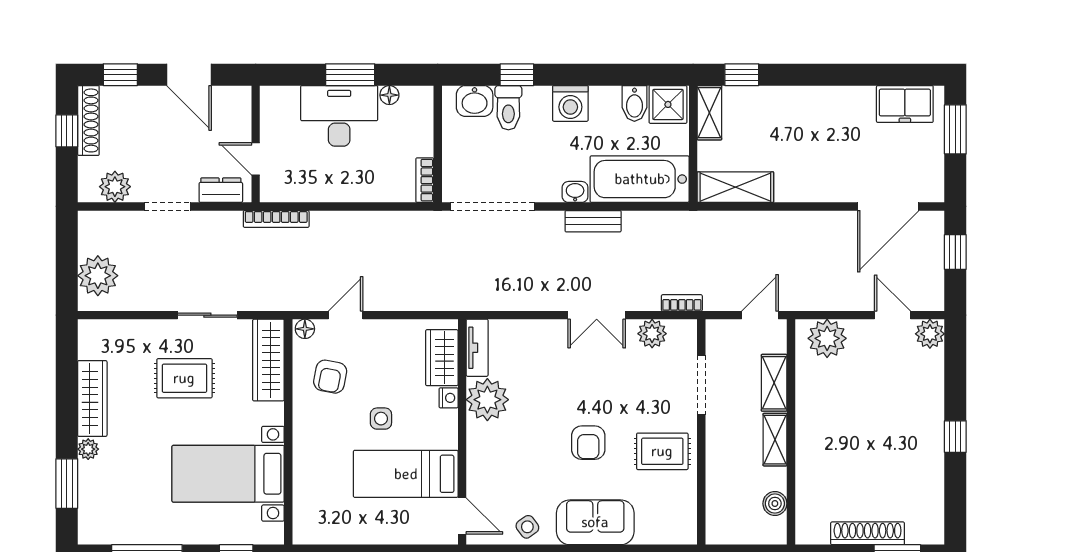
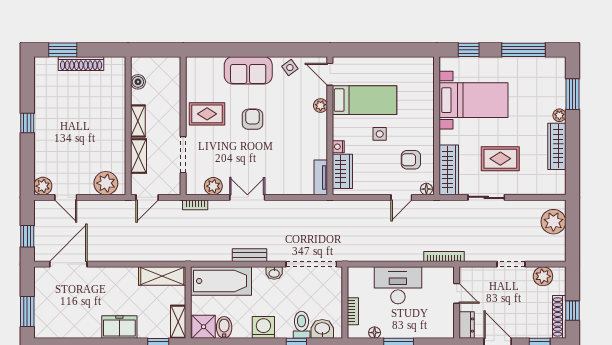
freezer: (905, 104) -> (119, 327), moved
desk: (339, 116) -> (398, 285), moved, turned 180
bookcase: (425, 180) -> (353, 311), moved
dresser: (221, 190) -> (467, 325), moved, turned -90
washbasin: (575, 192) -> (274, 273), moved
armchair: (330, 377) -> (411, 160), turned -101
plant: (487, 400) -> (320, 106), moved, width x0.53, depth x0.53

